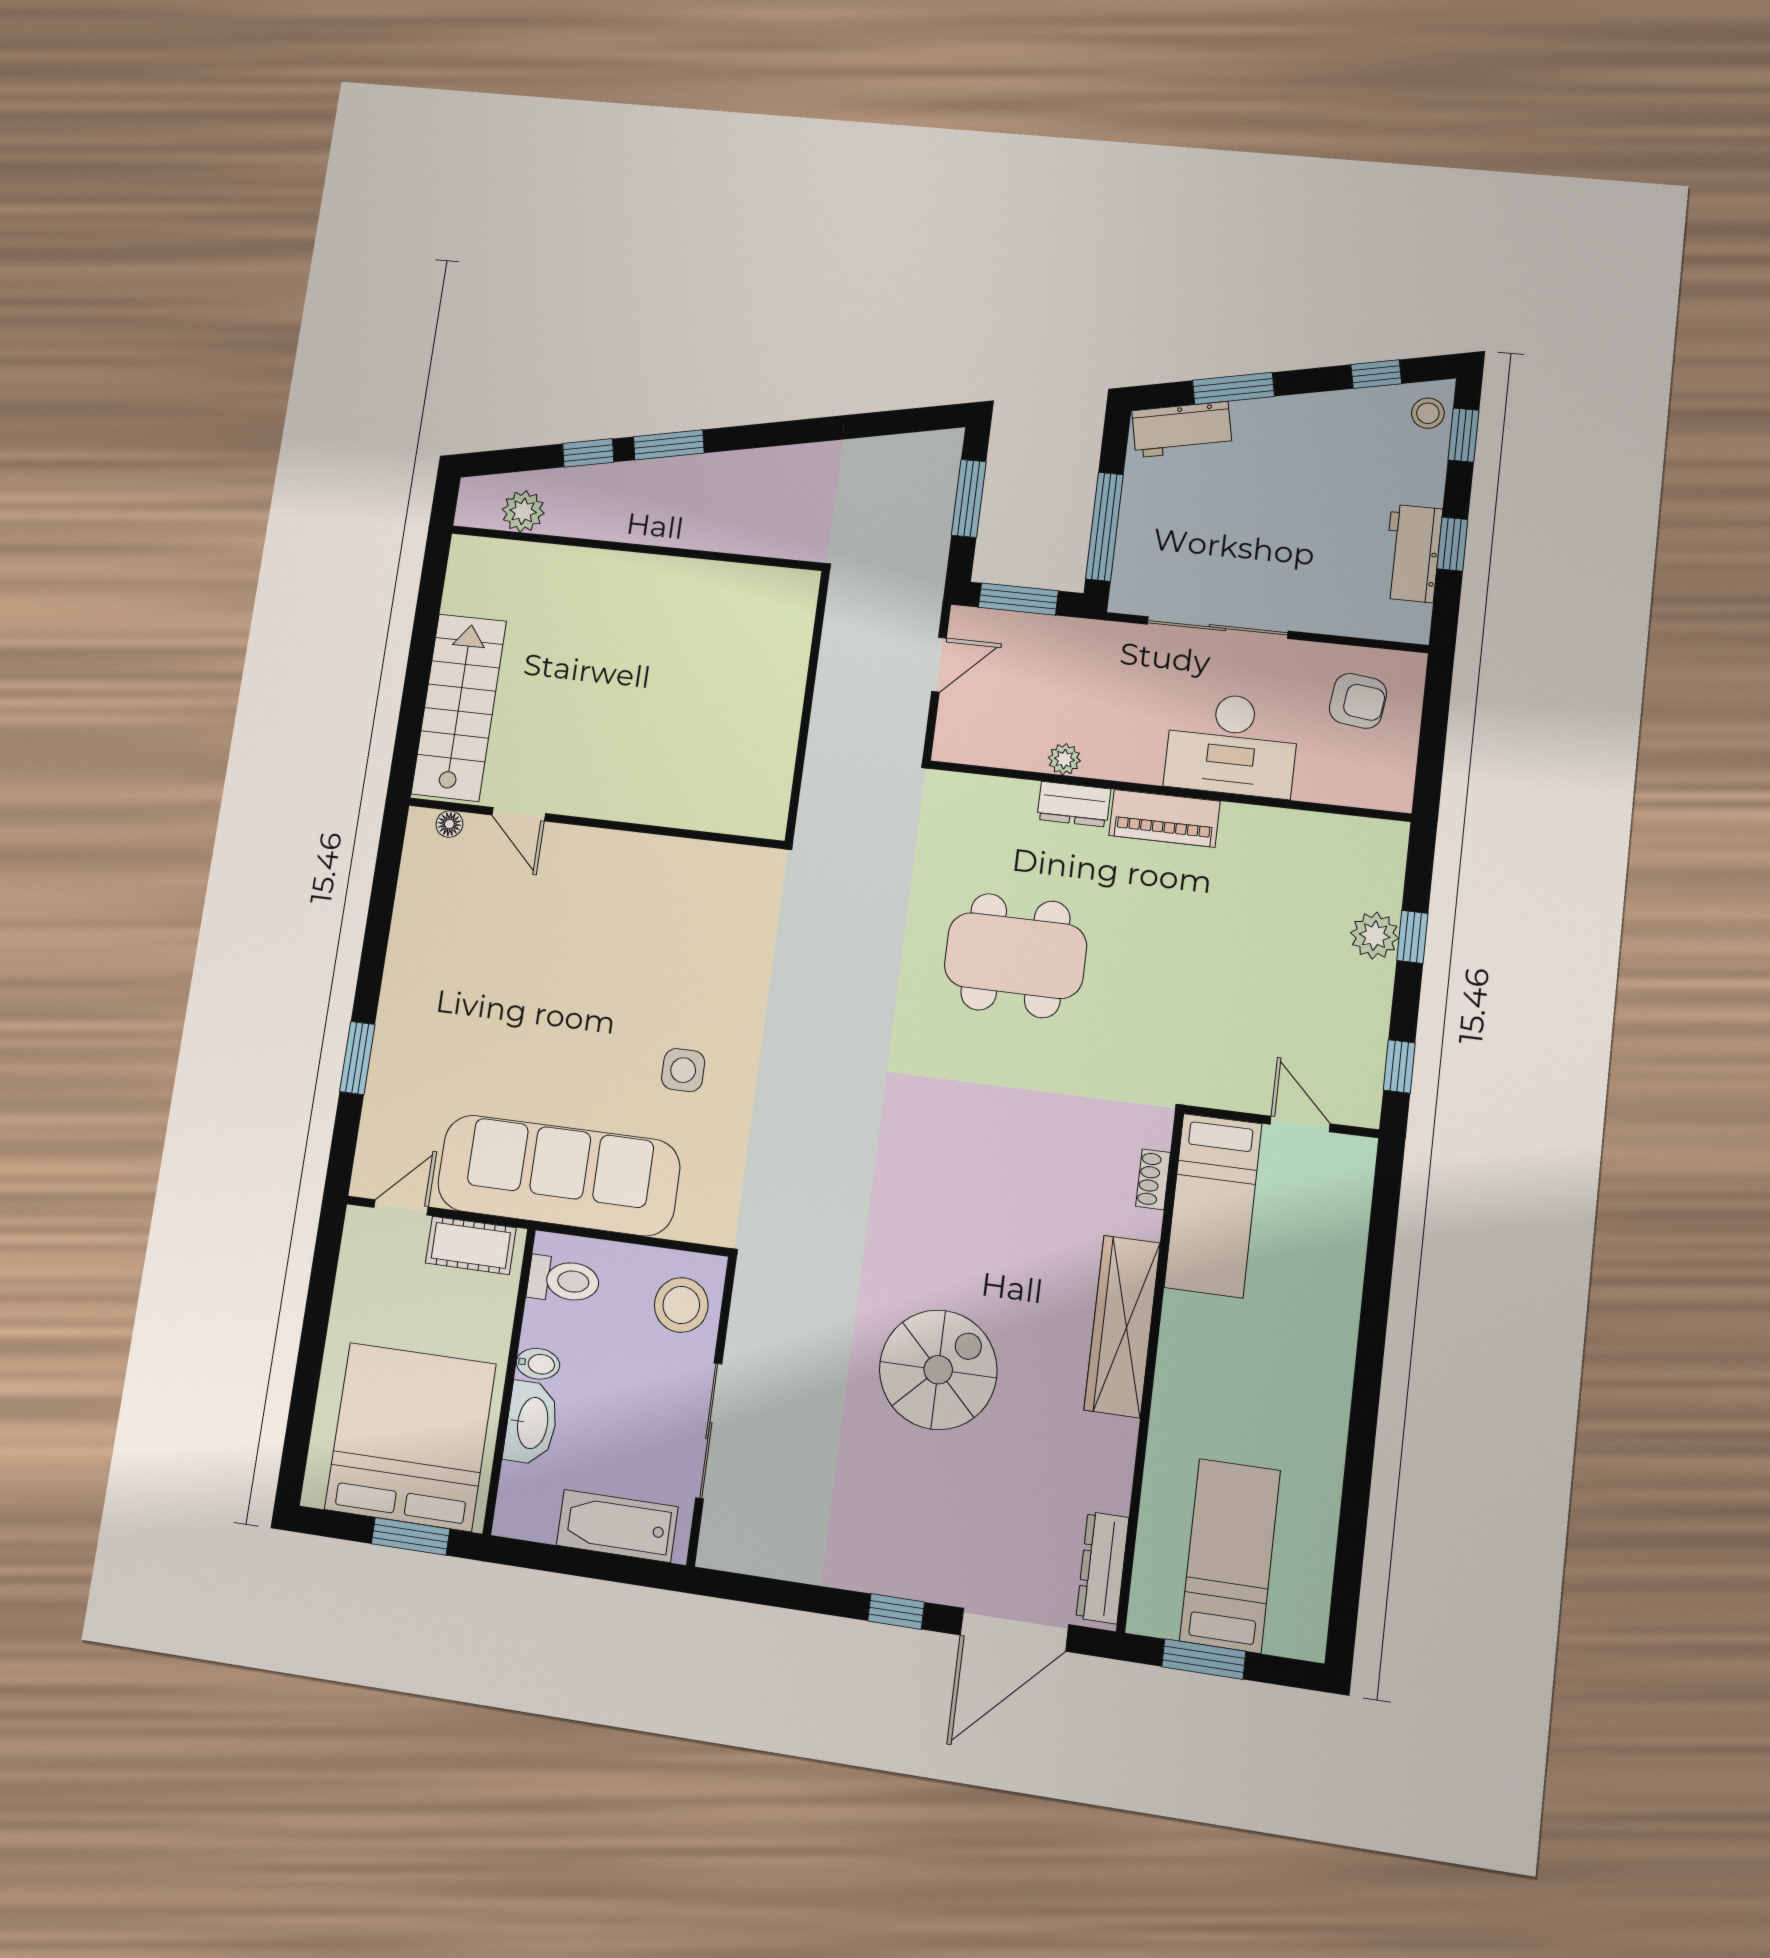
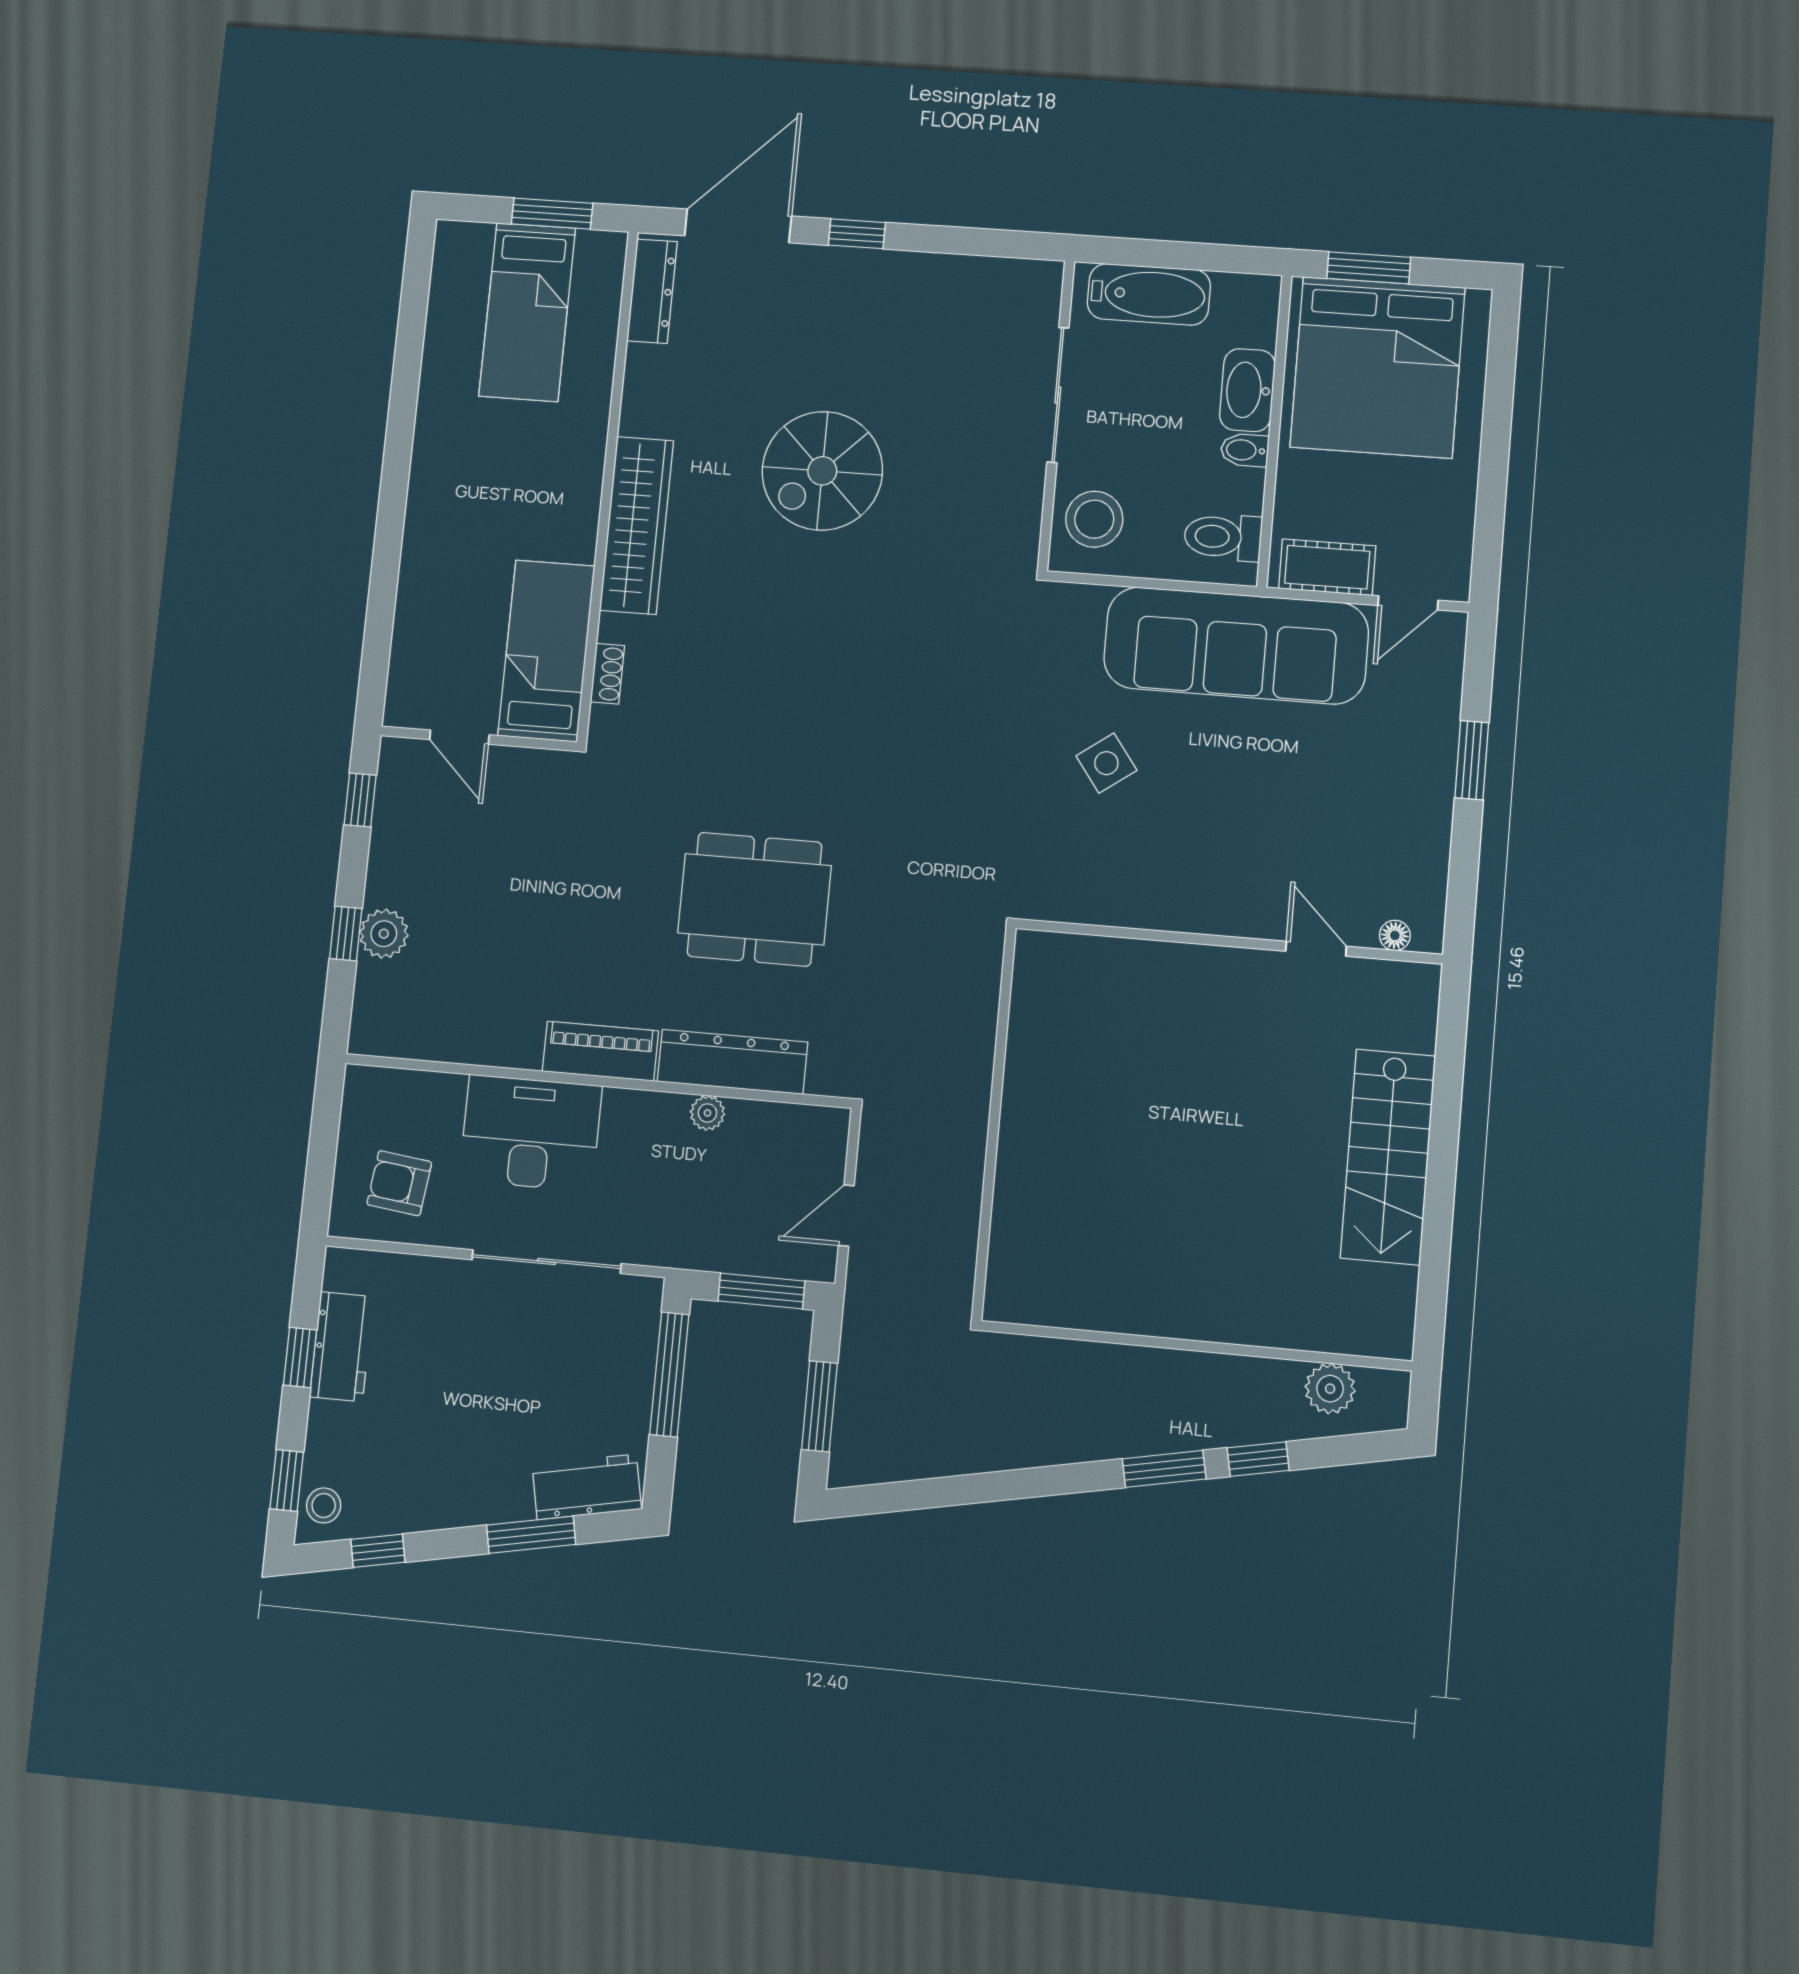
dresser: (1074, 804) -> (732, 1062), width x1.96, depth x1.24
door: (519, 814) -> (1316, 949), moved
wall: (595, 823) -> (1228, 941), moved
floor lamp: (449, 824) -> (1395, 935), moved
side table: (683, 1070) -> (1106, 763), turned -36

